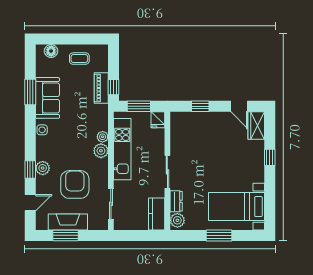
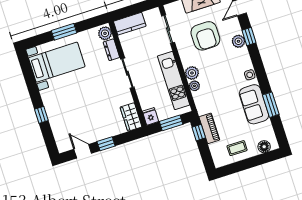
window: (200, 106) -> (106, 144), moved
wardrobe: (256, 126) -> (131, 117), moved, turned 180
kitchen counter: (157, 214) -> (130, 24), moved, turned 90

